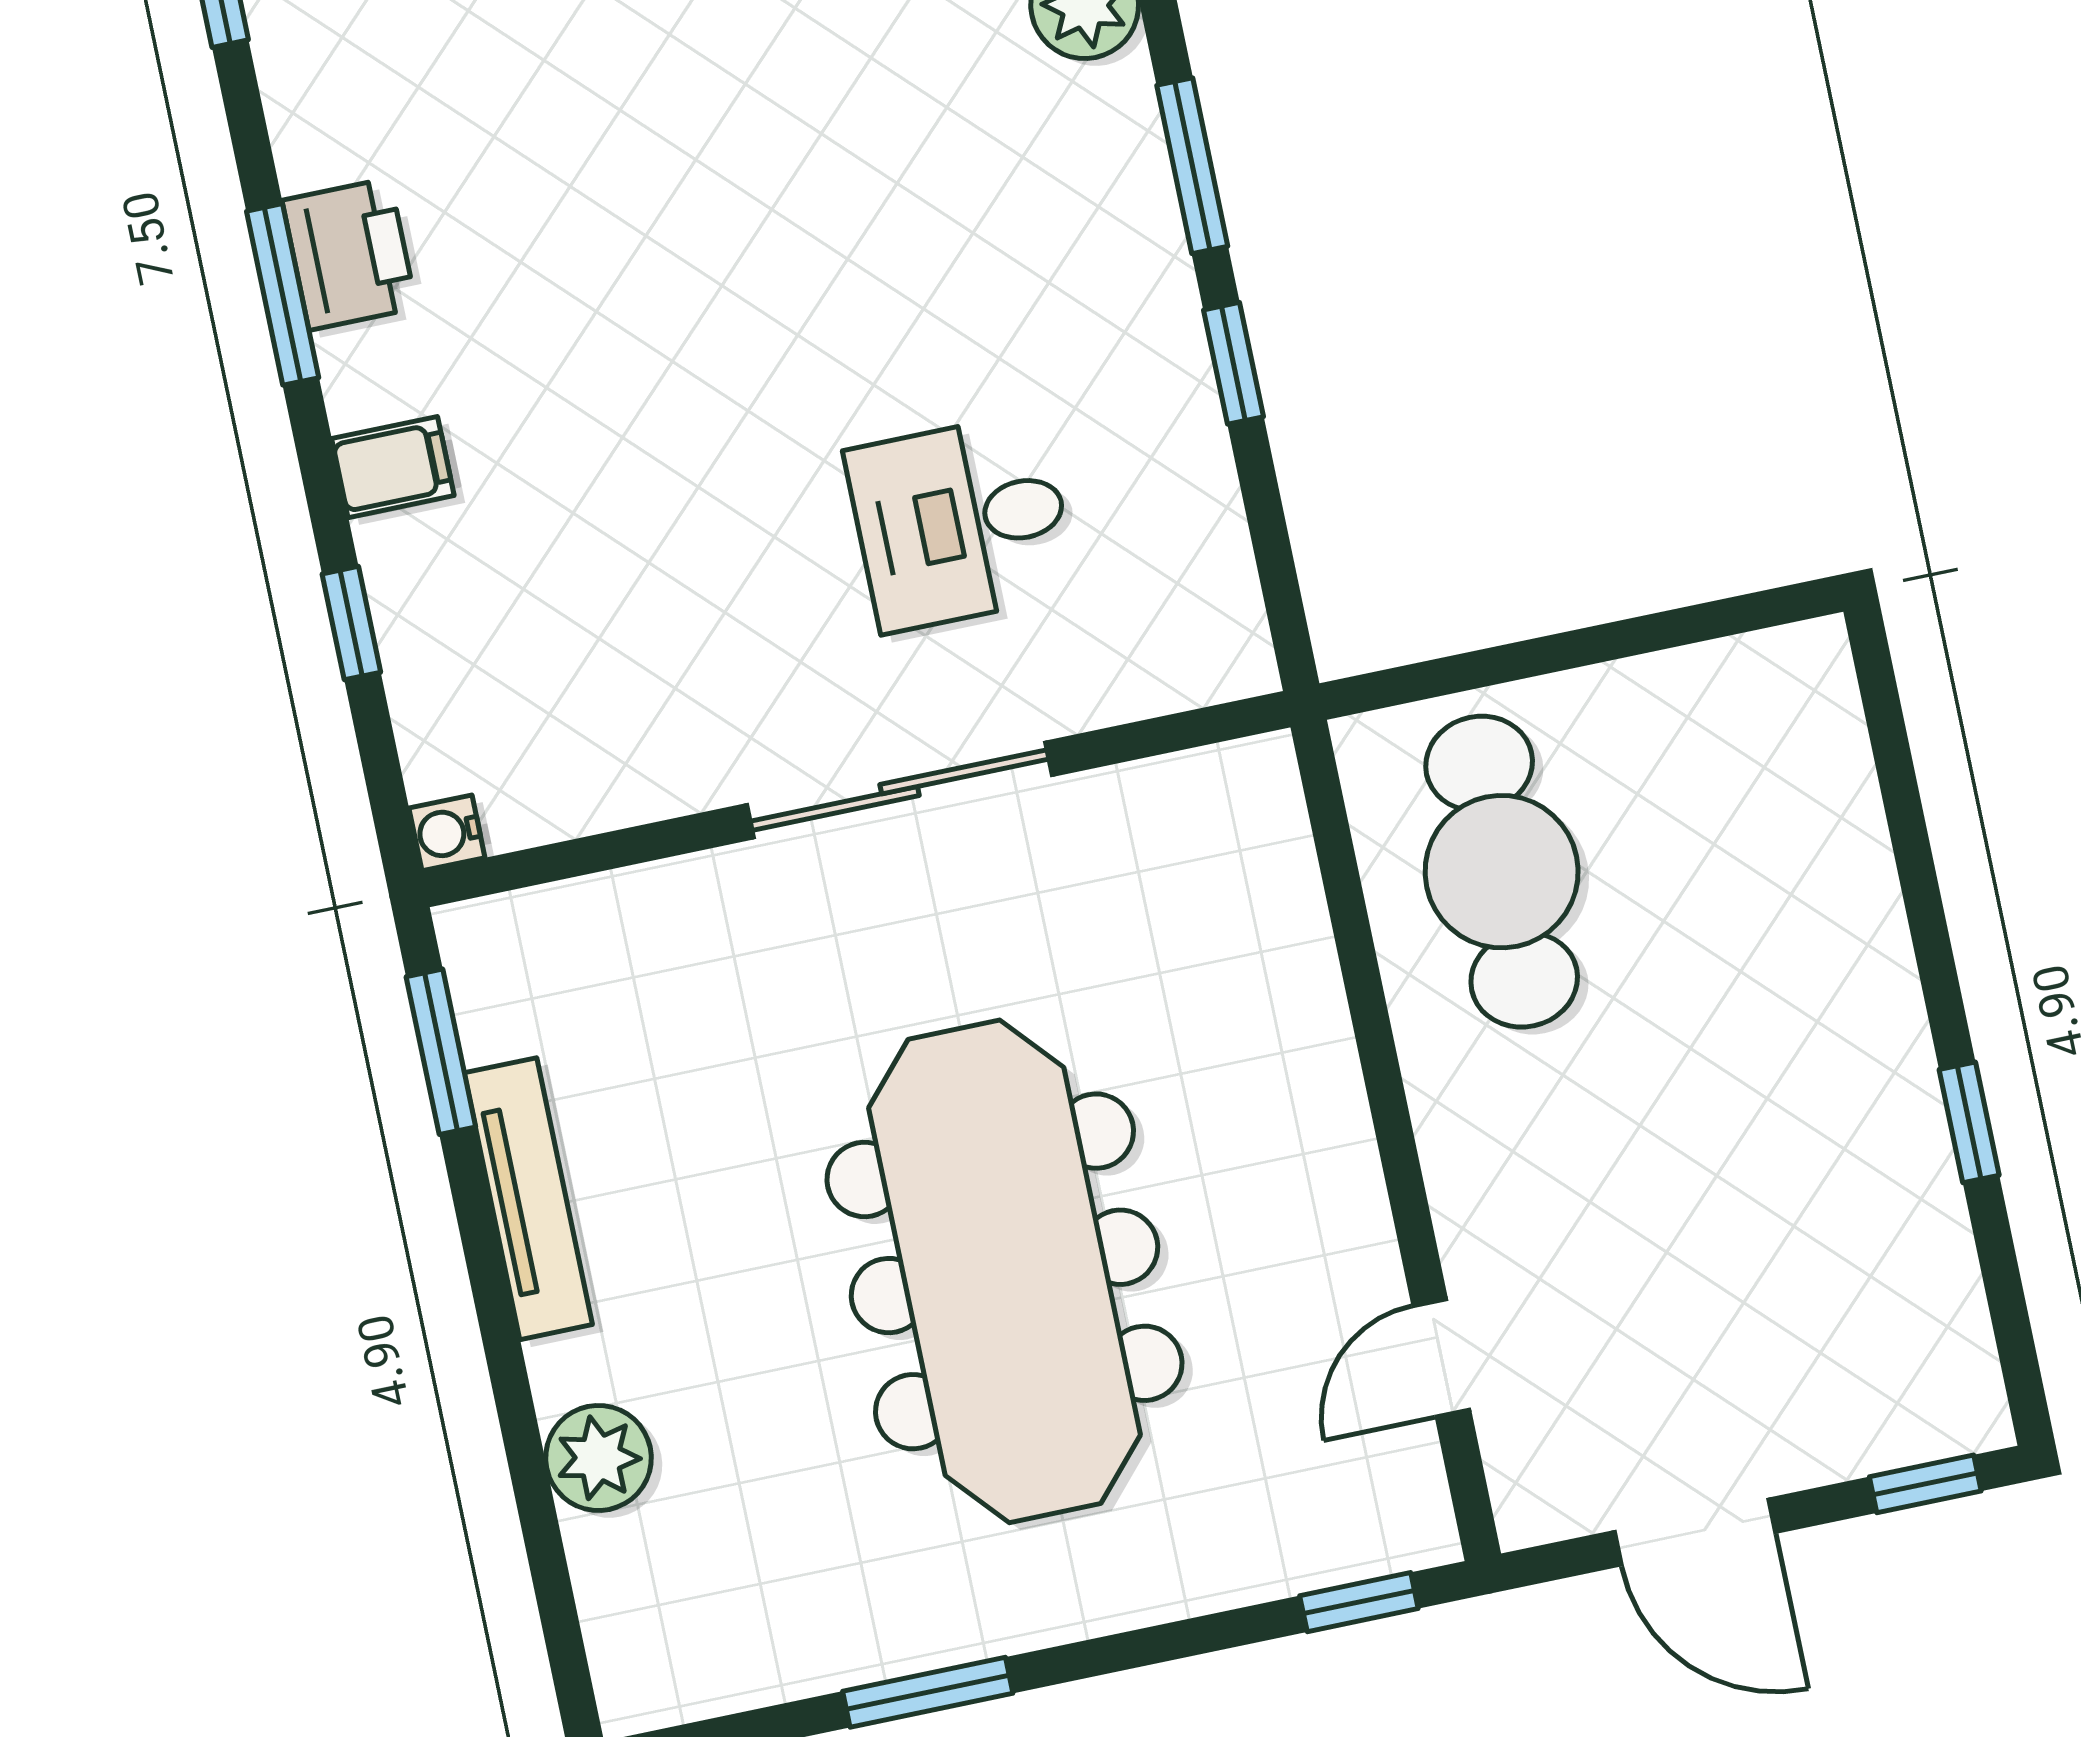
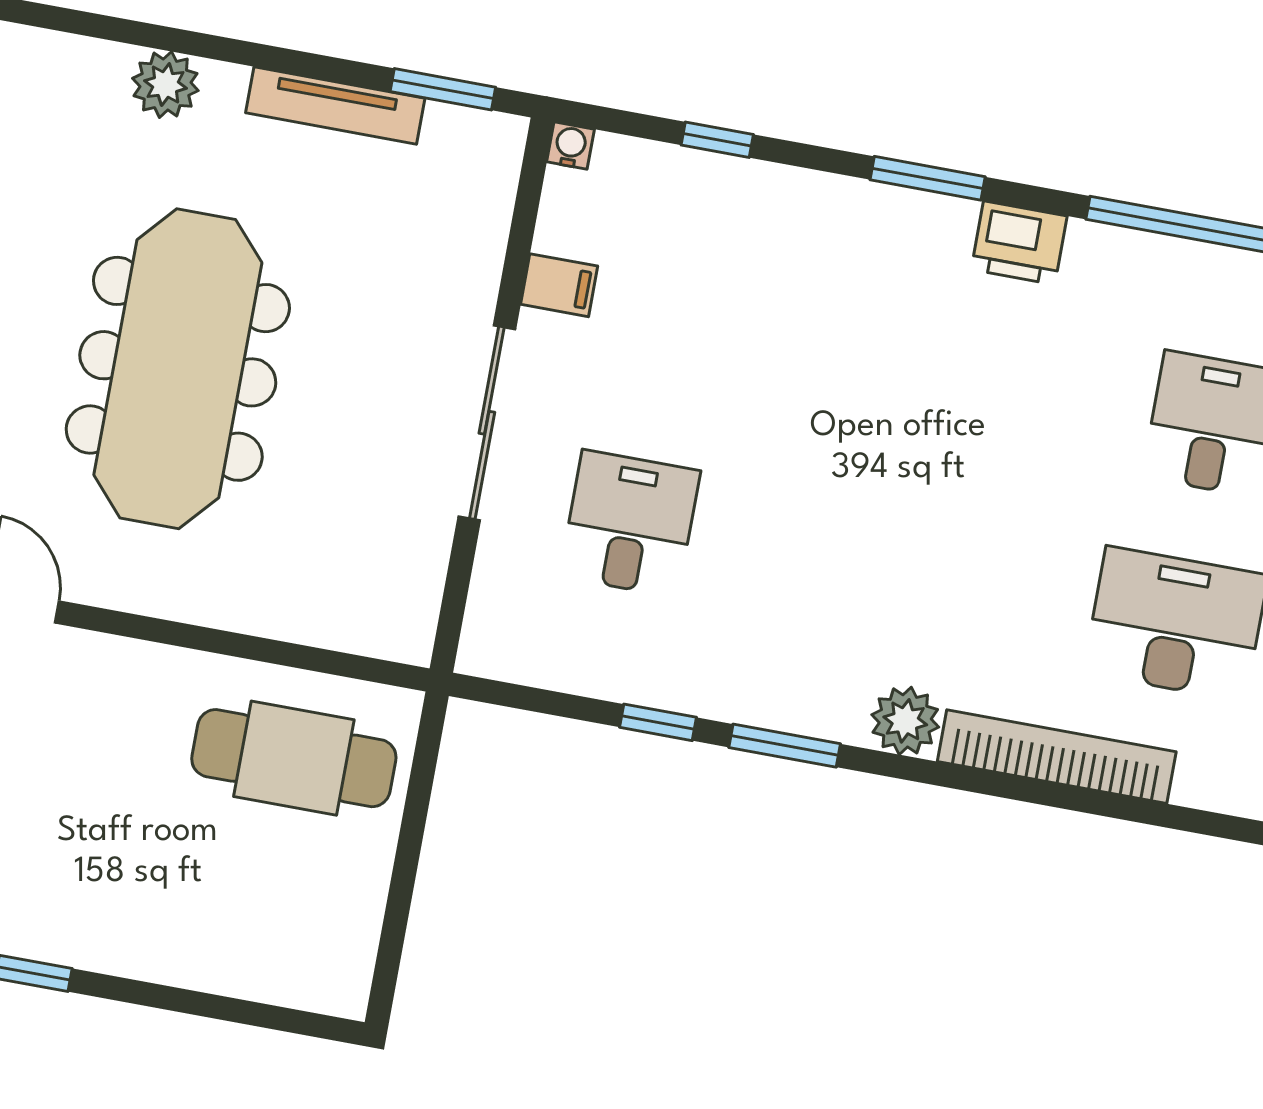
printer: (349, 254) -> (1019, 243), moved
filing cabinet: (393, 467) -> (559, 285), moved, turned -90
meeting table: (1004, 1271) -> (178, 369), turned 90

